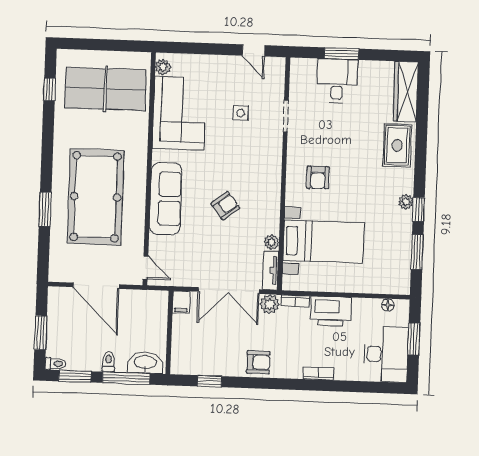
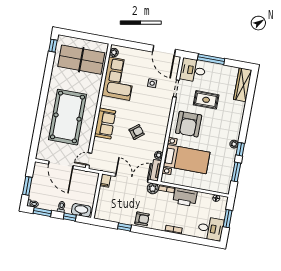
door: (254, 50) -> (164, 51), width x1.87
window: (342, 54) -> (211, 59), width x1.44
desk: (337, 81) -> (193, 70), moved, turned -90
window: (49, 89) -> (53, 46), moved
rug: (397, 145) -> (206, 100), moved, turned 90
armchair: (318, 177) -> (189, 124), width x1.88, depth x1.88
sofa: (166, 199) -> (105, 124), width x0.73
window: (45, 209) -> (39, 120), removed
door: (146, 268) -> (89, 159), swing flipped
double door: (229, 291) -> (132, 178), swing flipped
desk: (386, 354) -> (211, 229), width x0.73
window: (126, 378) -> (70, 217), width x0.46
window: (210, 381) -> (124, 227), moved

